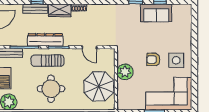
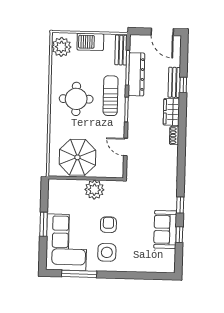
dresser: (45, 40) -> (136, 74), moved
door: (89, 47) -> (126, 147), hinge flipped
window: (194, 83) -> (79, 274), added

